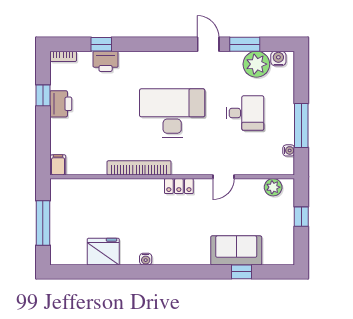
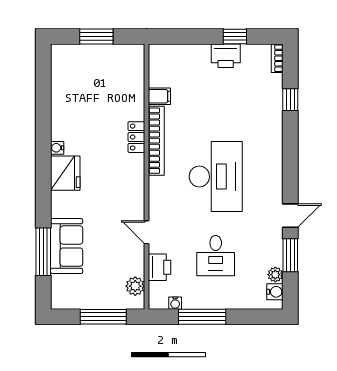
printer: (106, 61) -> (160, 267), moved, turned 180
plant: (256, 64) -> (275, 275), width x0.53, depth x0.53
filing cabinet: (58, 165) -> (159, 96), moved
locker: (179, 186) -> (136, 137), moved
window: (301, 217) -> (103, 317), width x2.17
window: (43, 223) -> (96, 36), width x0.69
fridge: (103, 252) -> (65, 173), moved
window: (242, 272) -> (43, 252), width x2.17

